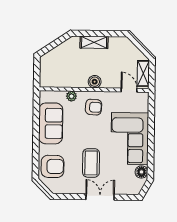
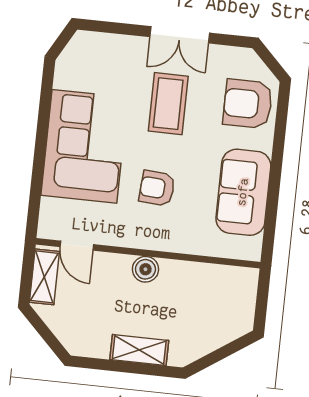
plant: (71, 96) -> (196, 244), removed
armchair: (94, 107) -> (157, 188), moved
floor lamp: (141, 172) -> (67, 76), removed
double door: (100, 197) -> (180, 35), moved

